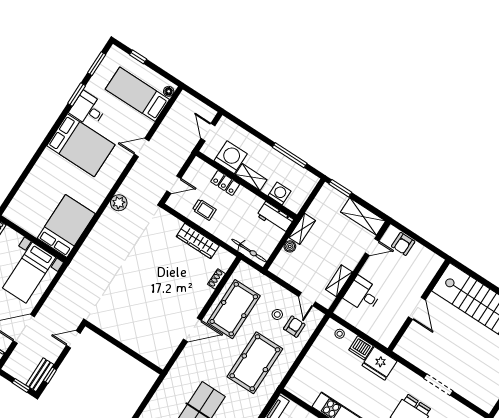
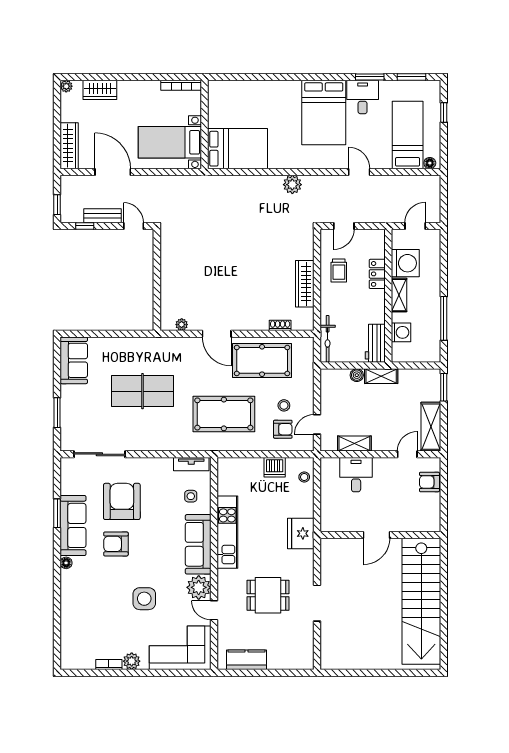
door: (174, 185) -> (344, 226), hinge flipped
door: (372, 247) -> (407, 454), swing flipped
dishwasher: (361, 348) -> (275, 467), moved, turned -90
plant: (169, 351) -> (182, 325), added
bench: (40, 375) -> (102, 216), moved

